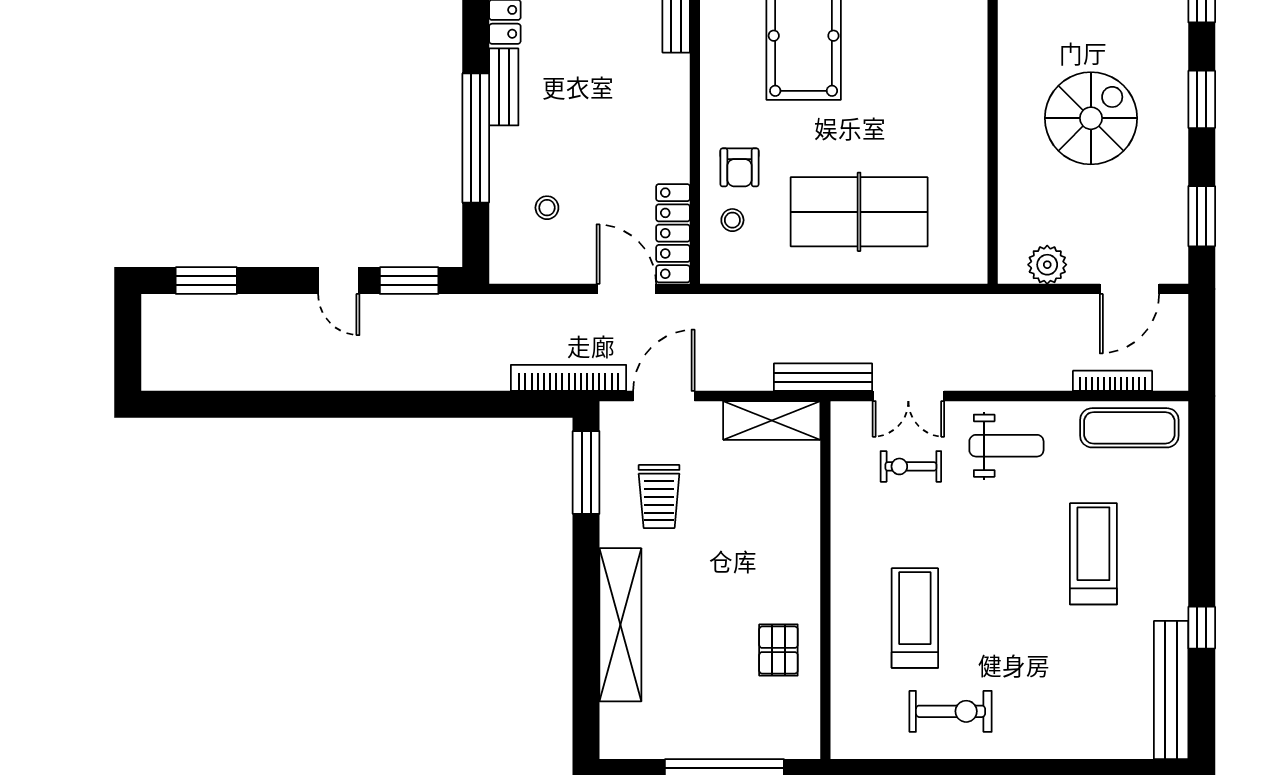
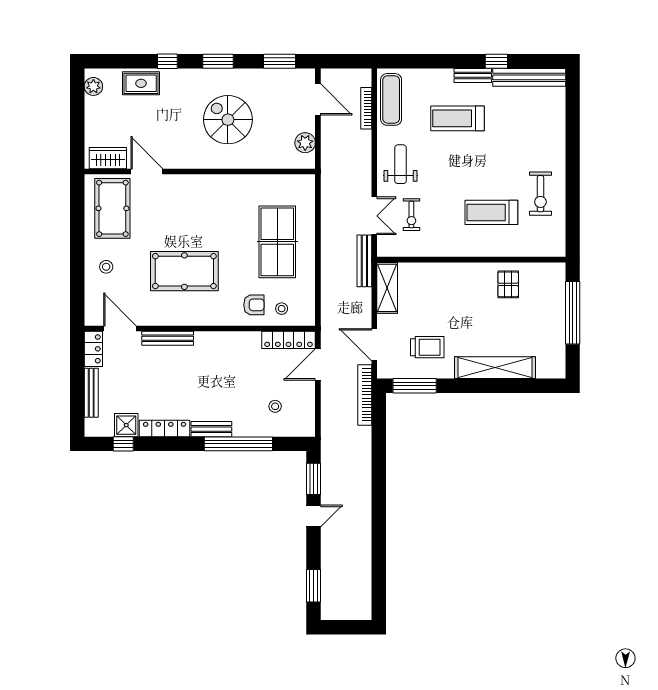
bench: (1175, 583) -> (473, 75), added
pallet: (778, 650) -> (508, 284), turned 90
exercise bike: (951, 711) -> (540, 194), turned 180

